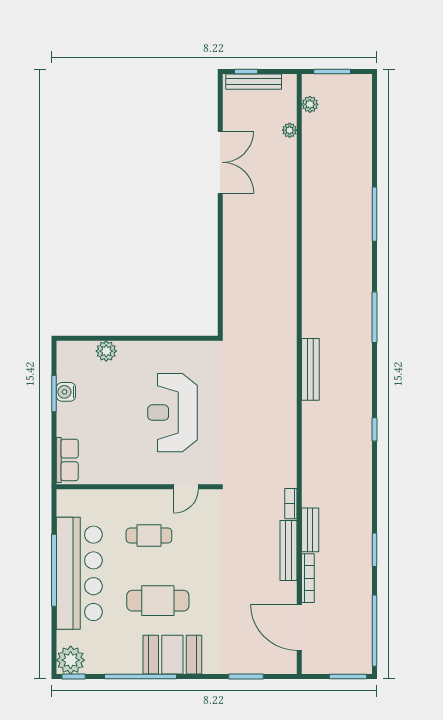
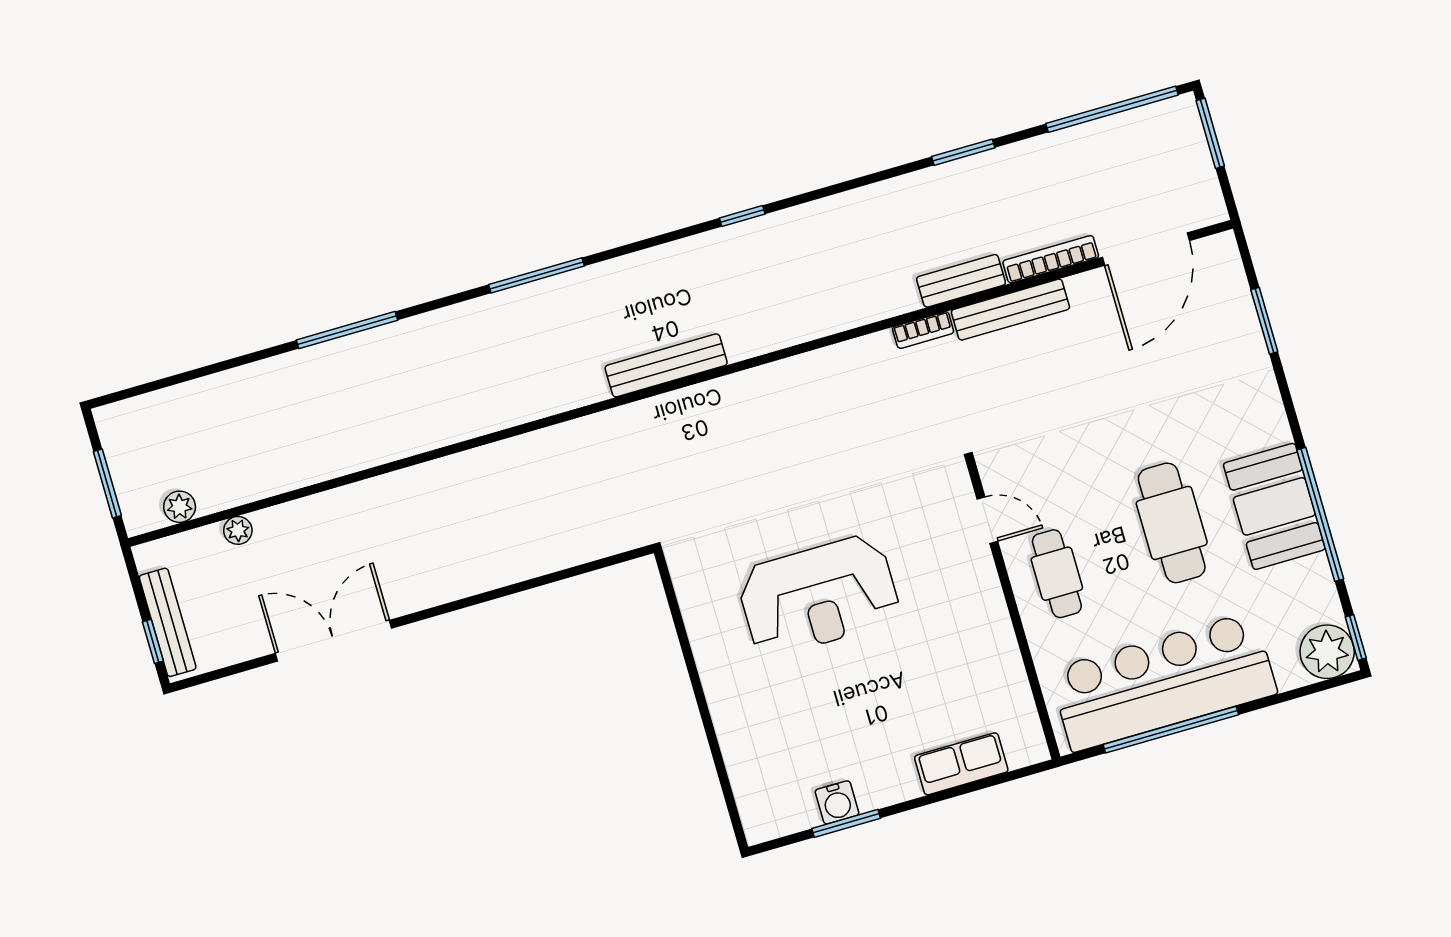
plant: (106, 351) -> (741, 750), removed
wall: (137, 487) -> (1013, 610), moved
door: (186, 487) -> (987, 520), moved
booth: (172, 655) -> (1274, 506), moved

